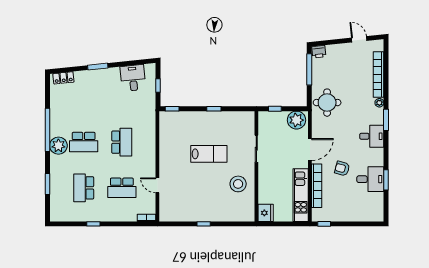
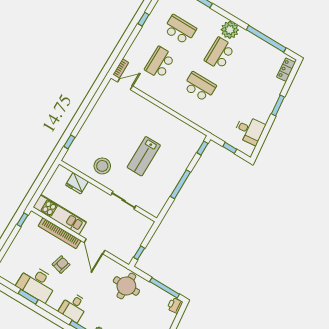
window: (214, 109) -> (180, 184), width x2.17
window: (275, 109) -> (139, 253), moved
plant: (296, 120) -> (127, 250), removed
window: (47, 130) -> (266, 39), moved
school desk: (122, 142) -> (200, 87), turned 180
desk: (370, 179) -> (37, 283), width x1.37
door: (157, 185) -> (125, 84), moved
fridge: (266, 213) -> (77, 183), moved
window: (204, 224) -> (69, 142), moved

